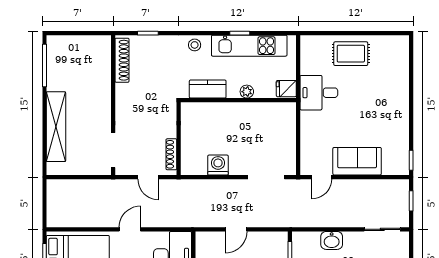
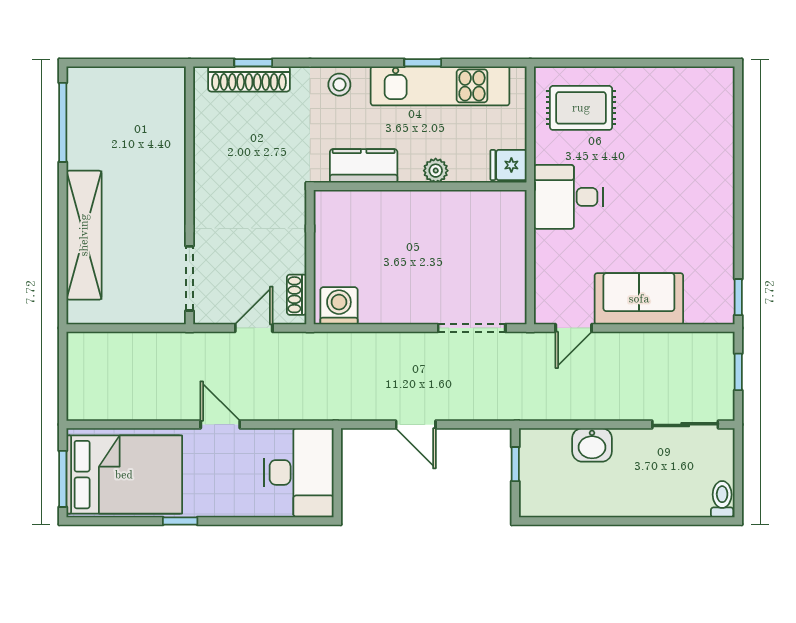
rug: (351, 54) -> (581, 108), moved
shoe rack: (122, 60) -> (249, 79), moved, turned 90
desk: (319, 93) -> (568, 197), moved
shoe rack: (171, 154) -> (297, 295), width x0.70
washing machine: (218, 165) -> (339, 306), moved
door: (148, 177) -> (254, 328), swing flipped
door: (130, 229) -> (220, 425), hinge flipped
door: (236, 229) -> (416, 425), hinge flipped

